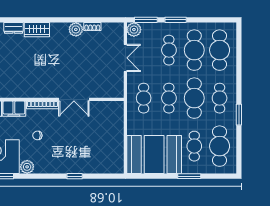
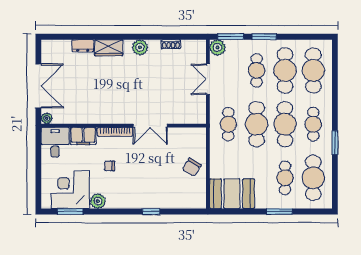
plant: (76, 29) -> (140, 47), moved
double door: (125, 58) -> (208, 79), swing flipped
cafe table: (169, 98) -> (257, 124), width x1.37, depth x1.35
chair: (111, 137) -> (192, 167), added
booth: (154, 155) -> (232, 194), width x0.73, depth x0.70

